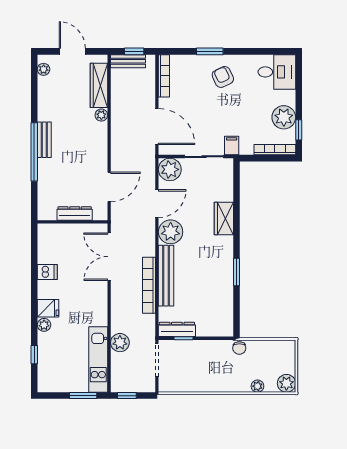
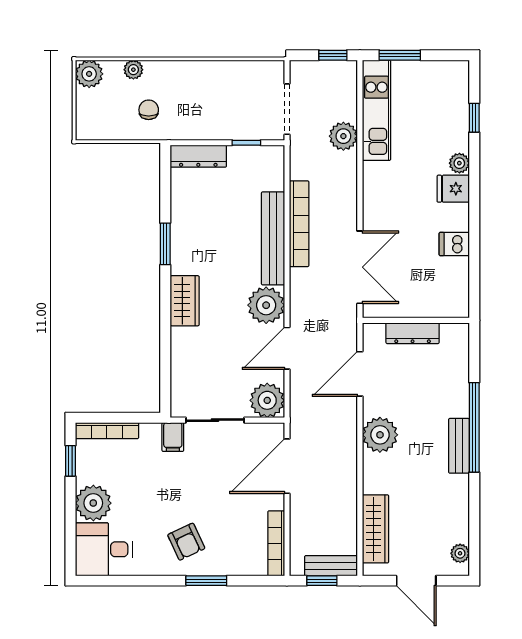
plant: (101, 115) -> (380, 435), moved, width x1.88, depth x1.88
plant: (284, 117) -> (93, 503), moved
door: (157, 126) -> (287, 466), hinge flipped
wardrobe: (224, 218) -> (185, 301), moved
dresser: (177, 329) -> (198, 156), moved
chair: (239, 348) -> (149, 110), moved

